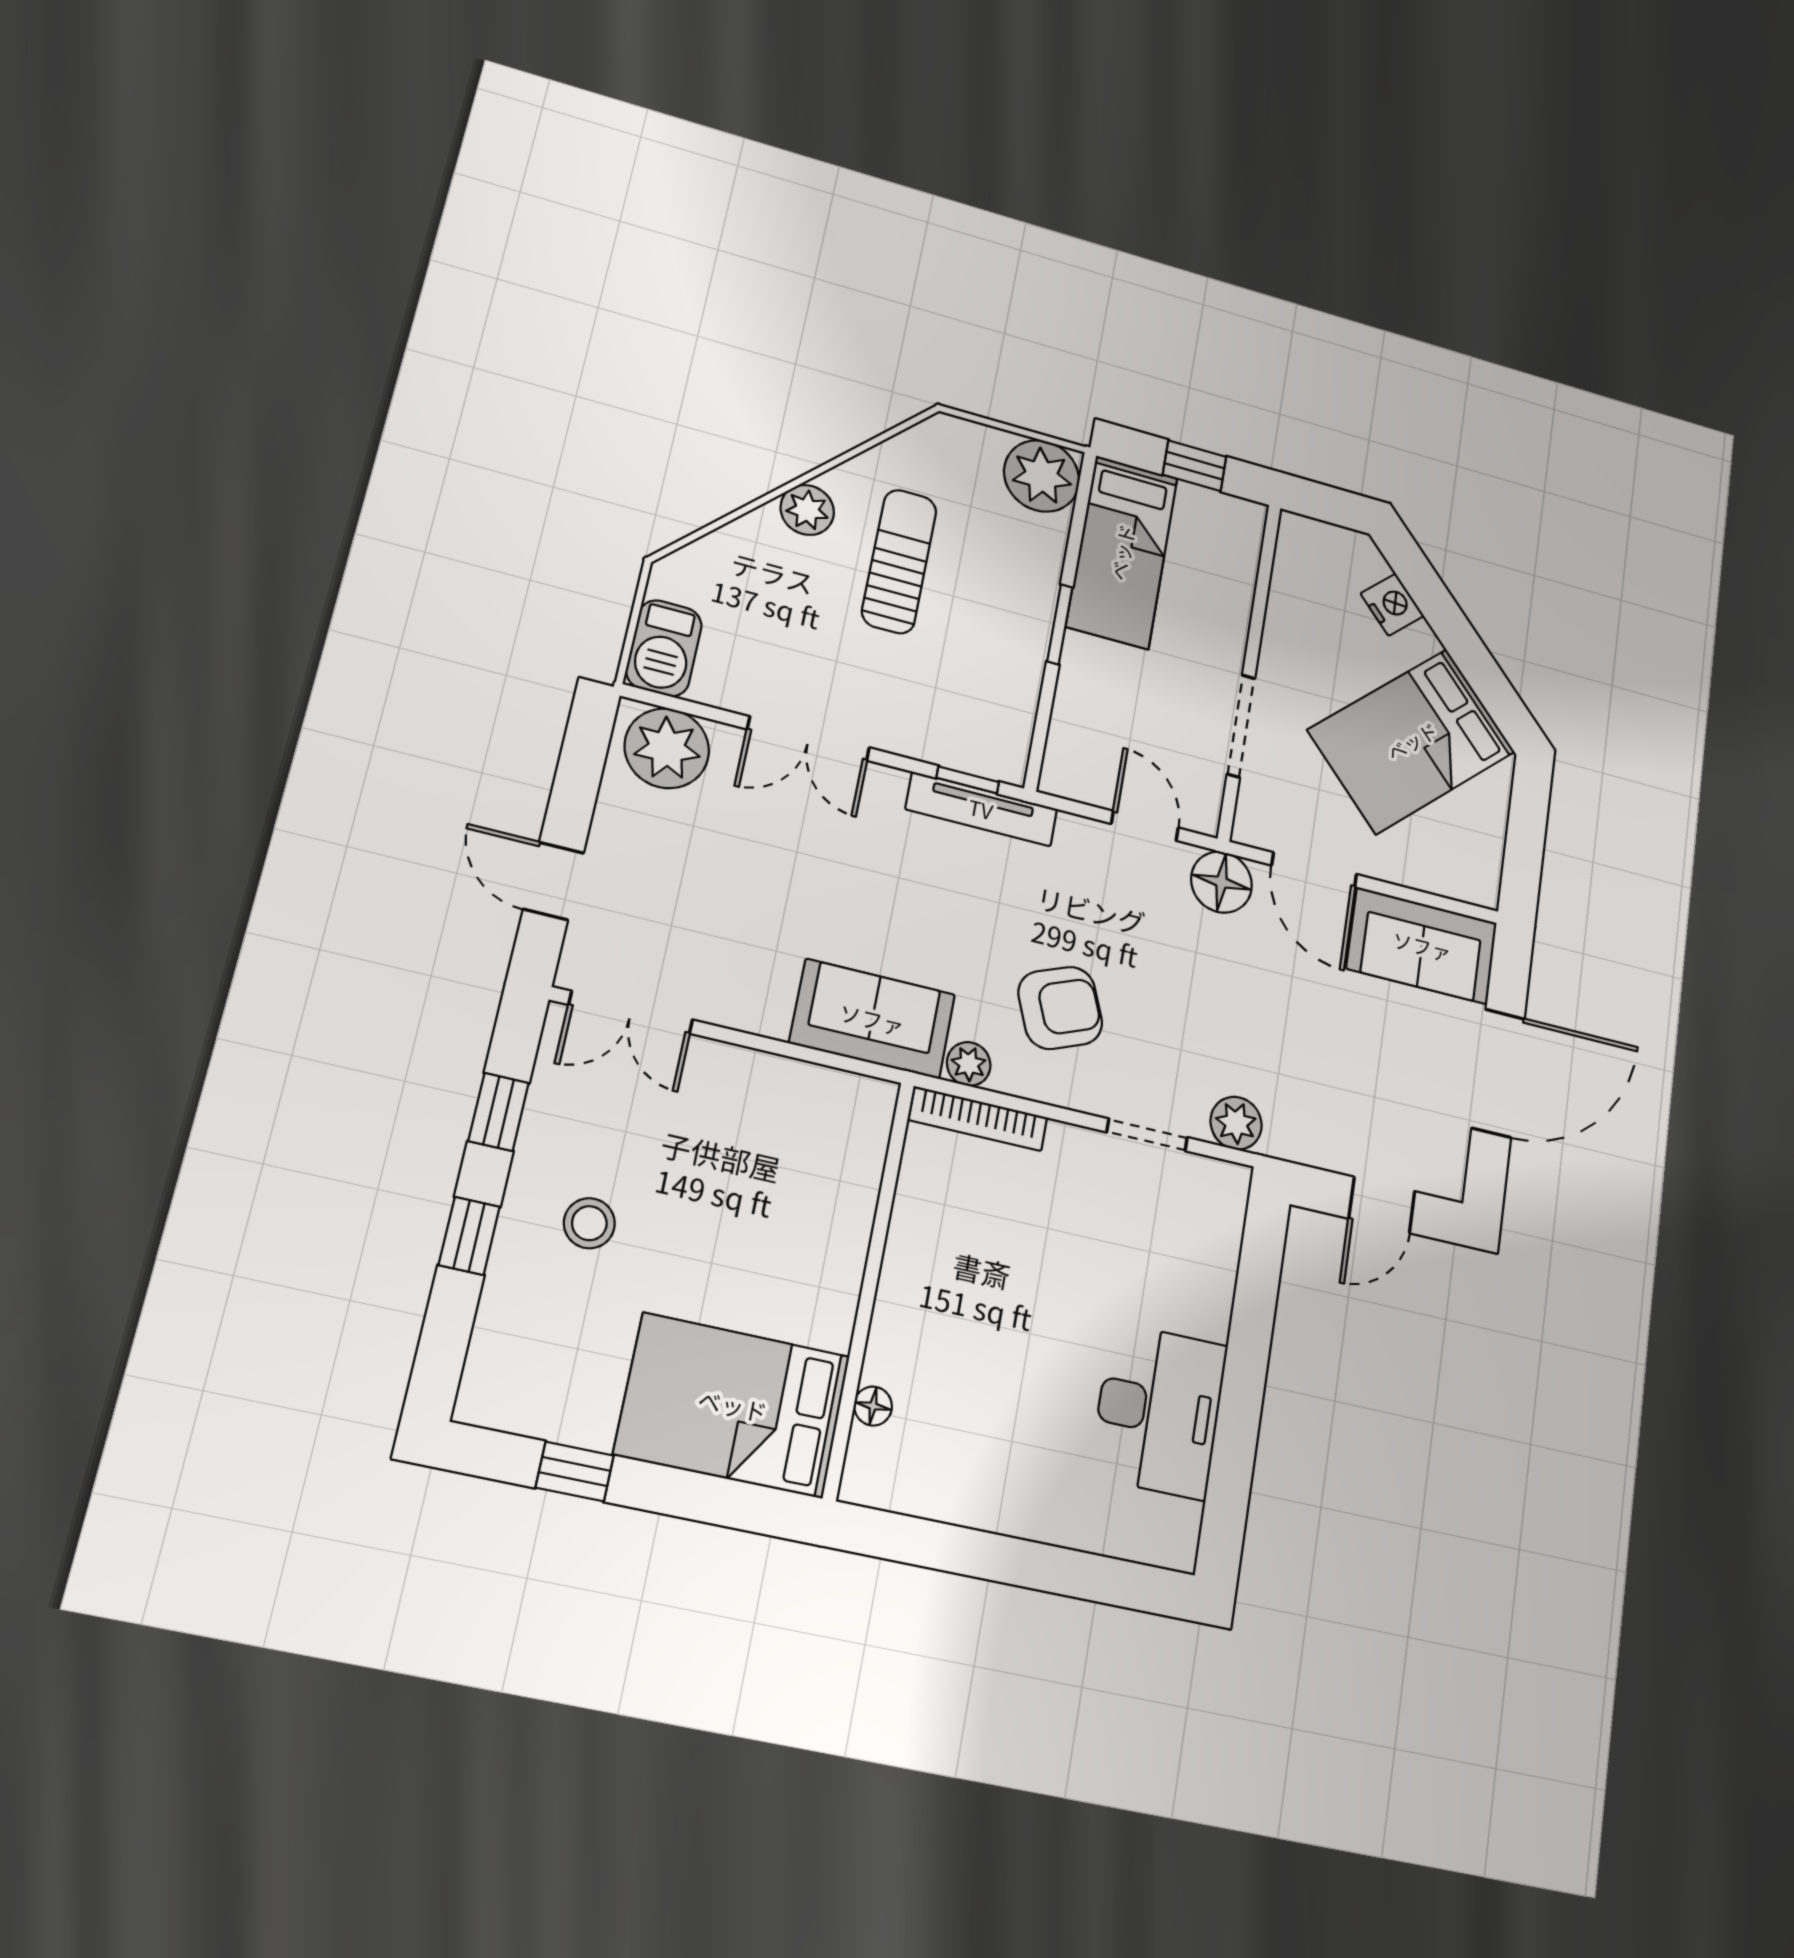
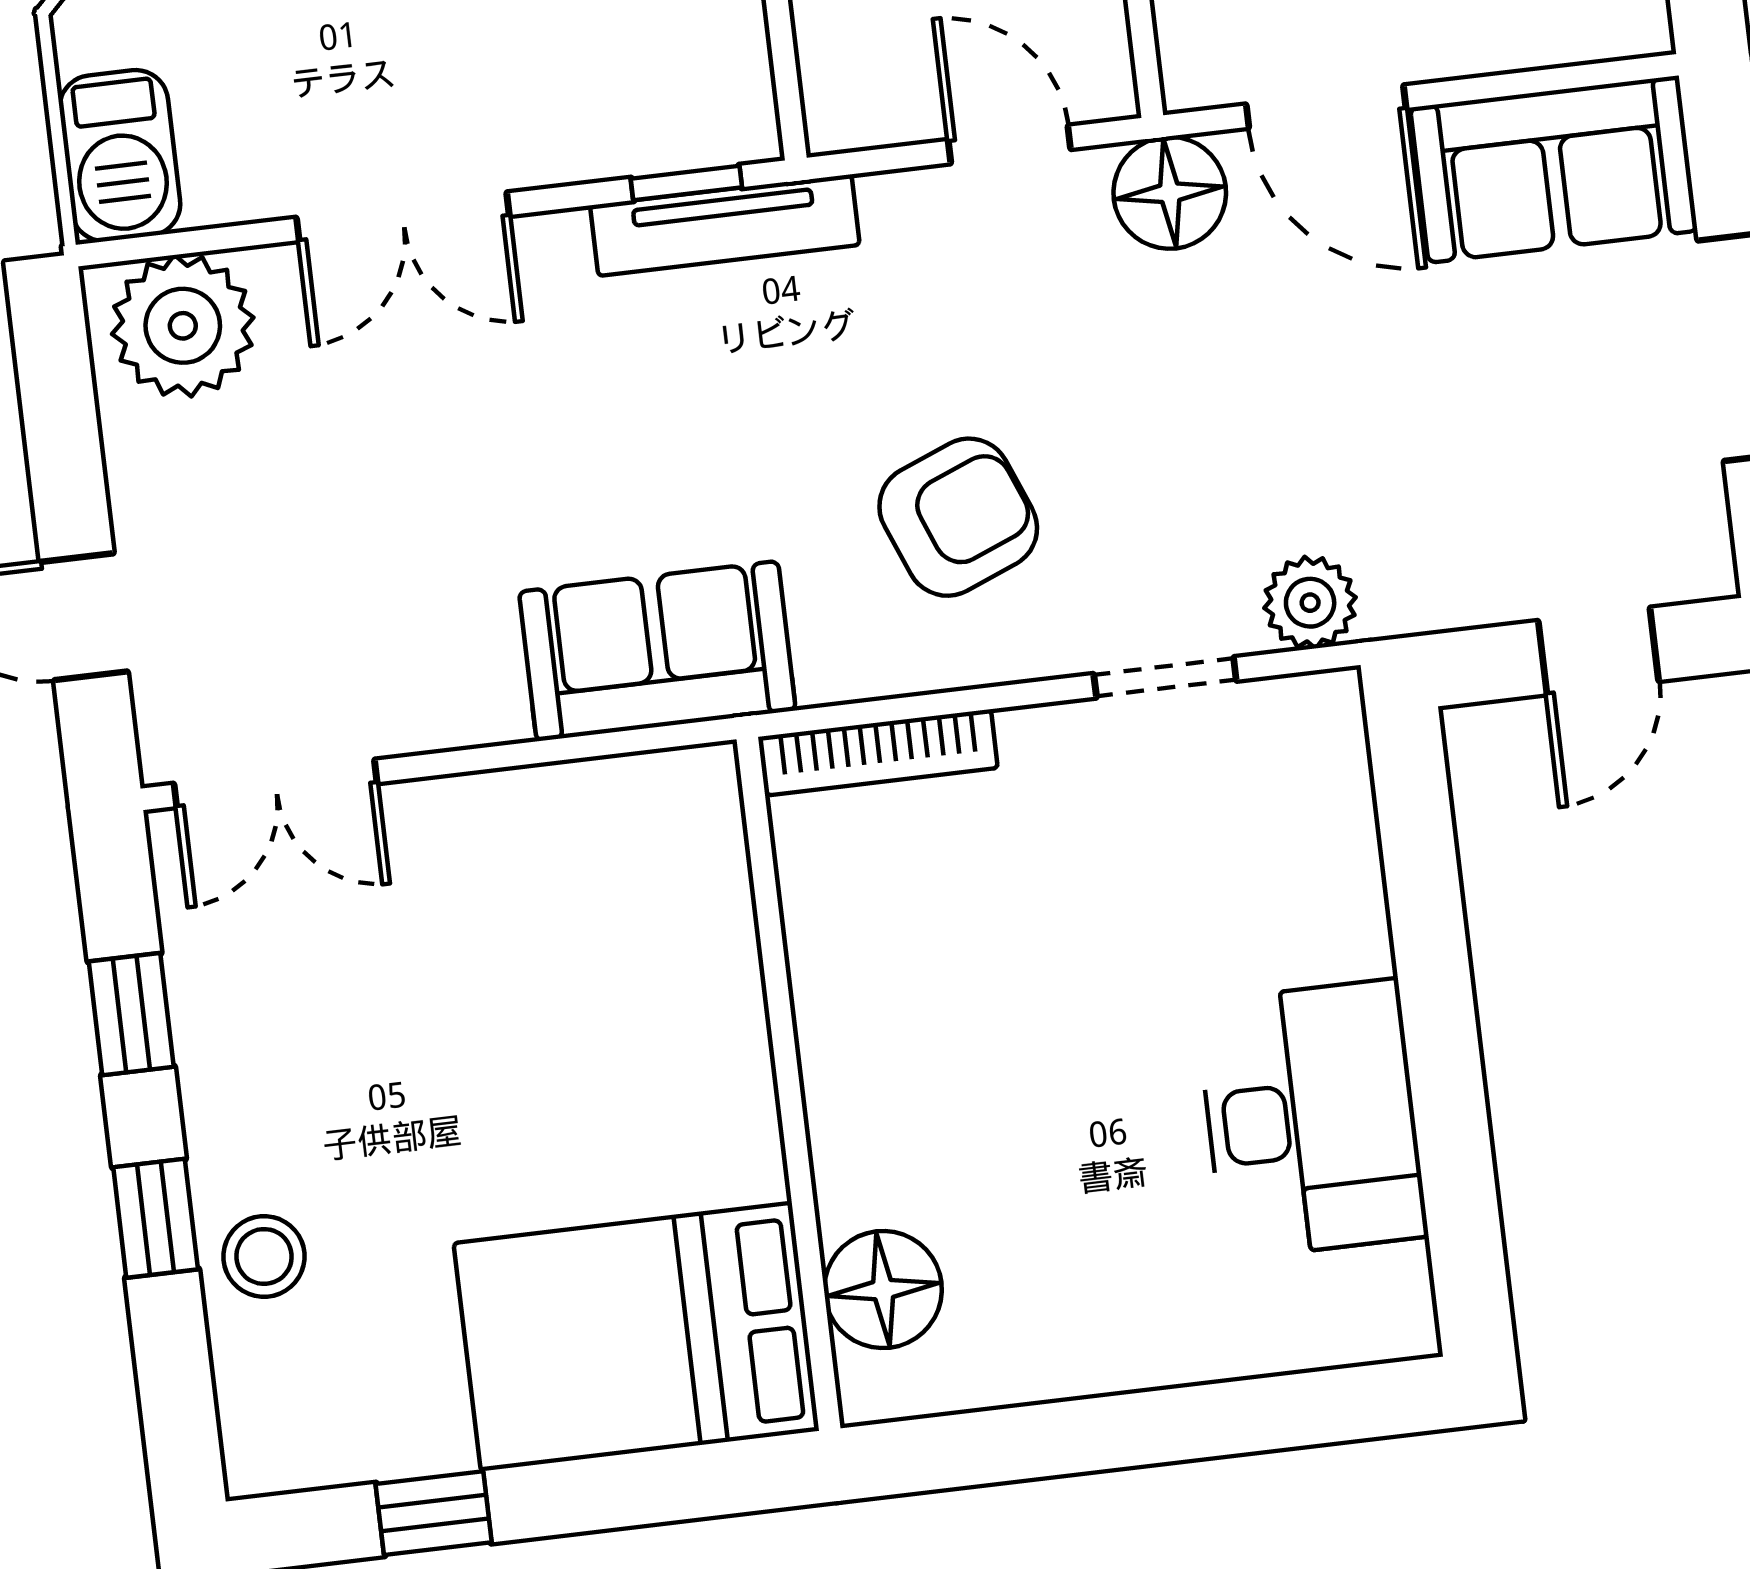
plant: (969, 1064) -> (836, 668), removed
stool: (589, 1223) -> (264, 1256), moved
floor lamp: (873, 1406) -> (883, 1290), width x1.89, depth x1.89

